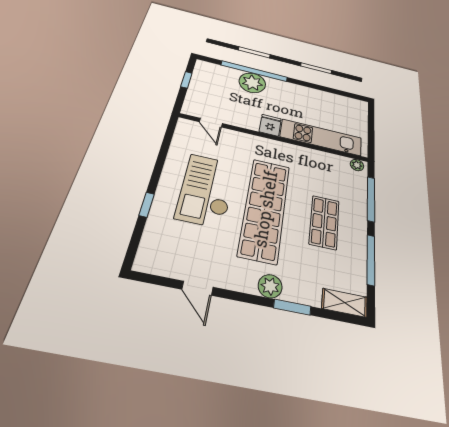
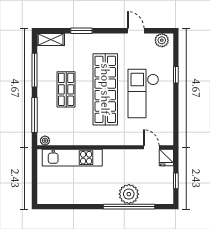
fridge: (270, 125) -> (166, 158), moved
checkout: (207, 190) -> (143, 94), turned 180
plant: (270, 286) -> (162, 40), moved

